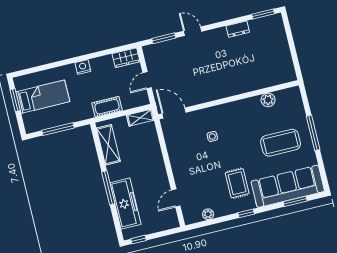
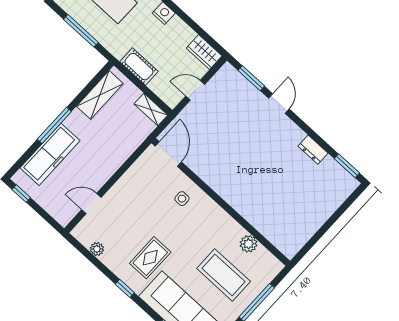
wall: (228, 100) -> (221, 202), moved
plant: (268, 100) -> (248, 244), moved
door: (174, 113) -> (168, 154), moved

